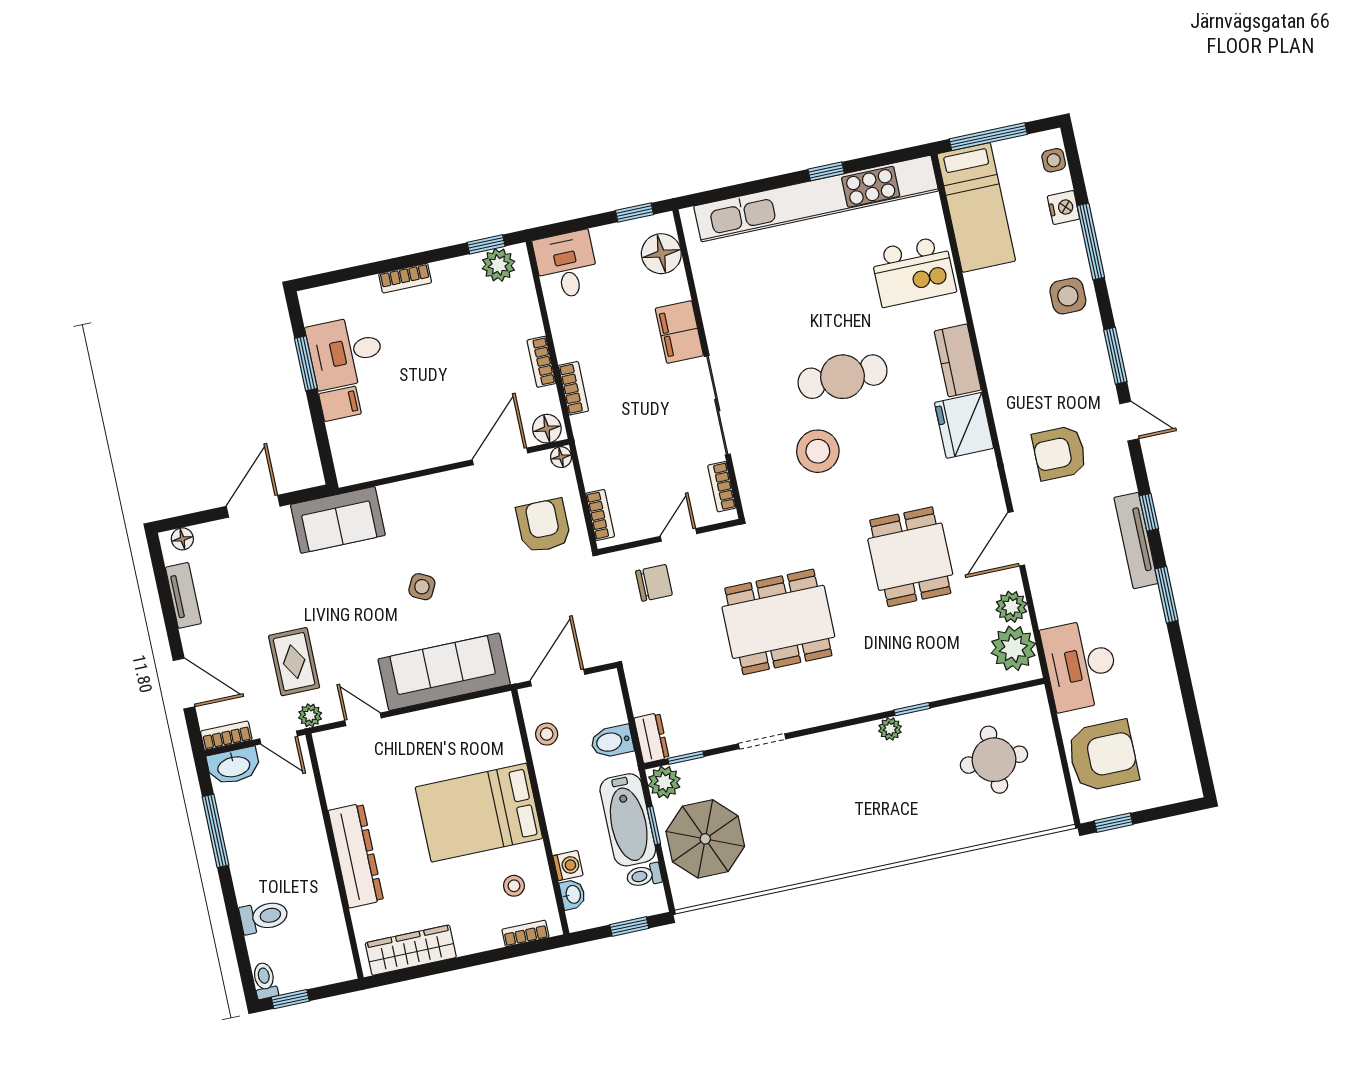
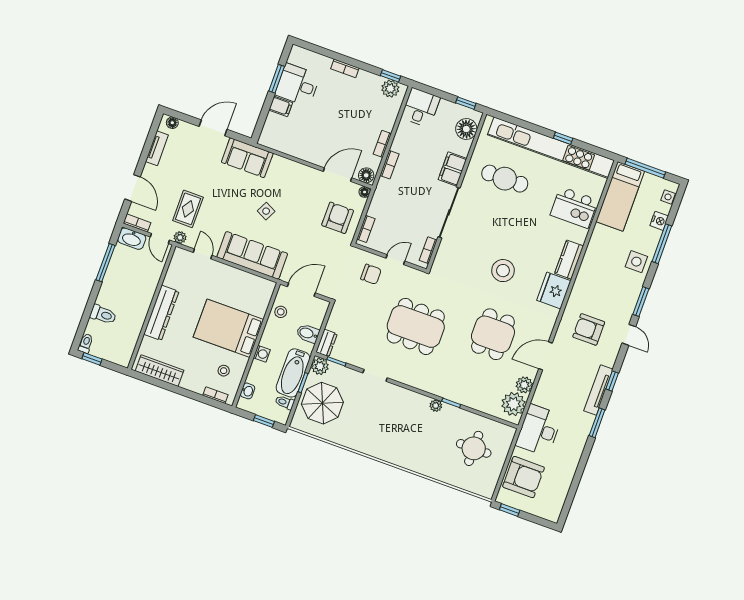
cafe table: (842, 377) -> (505, 179), moved
stool: (818, 451) -> (503, 271), moved
washing machine: (568, 866) -> (262, 354), moved

